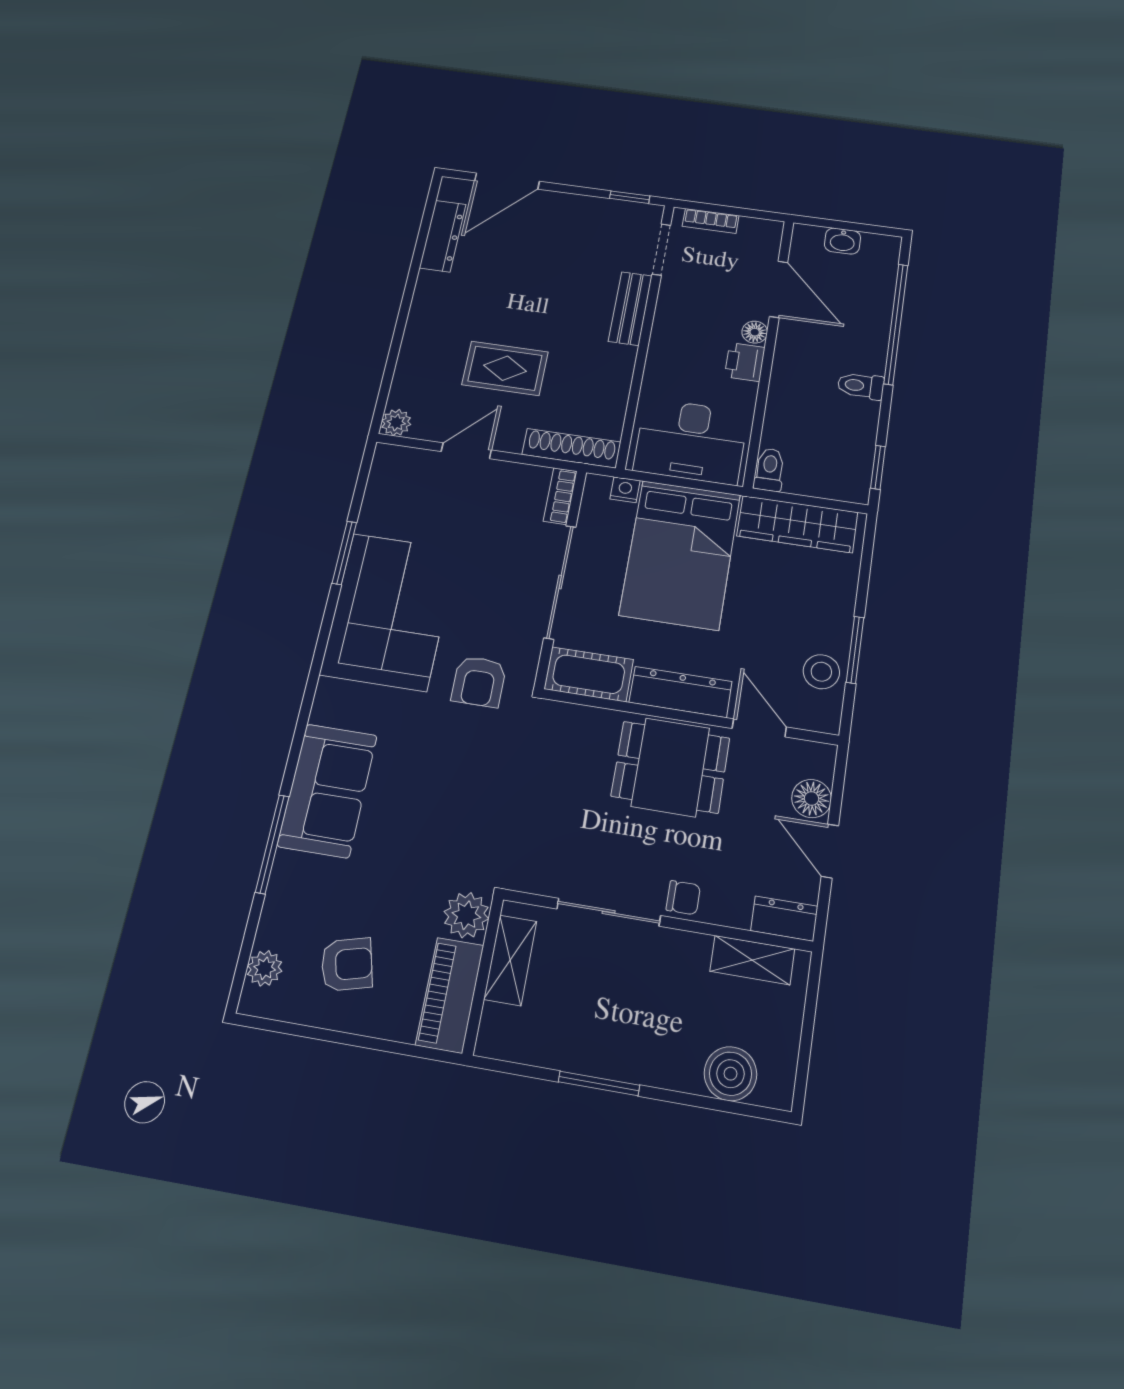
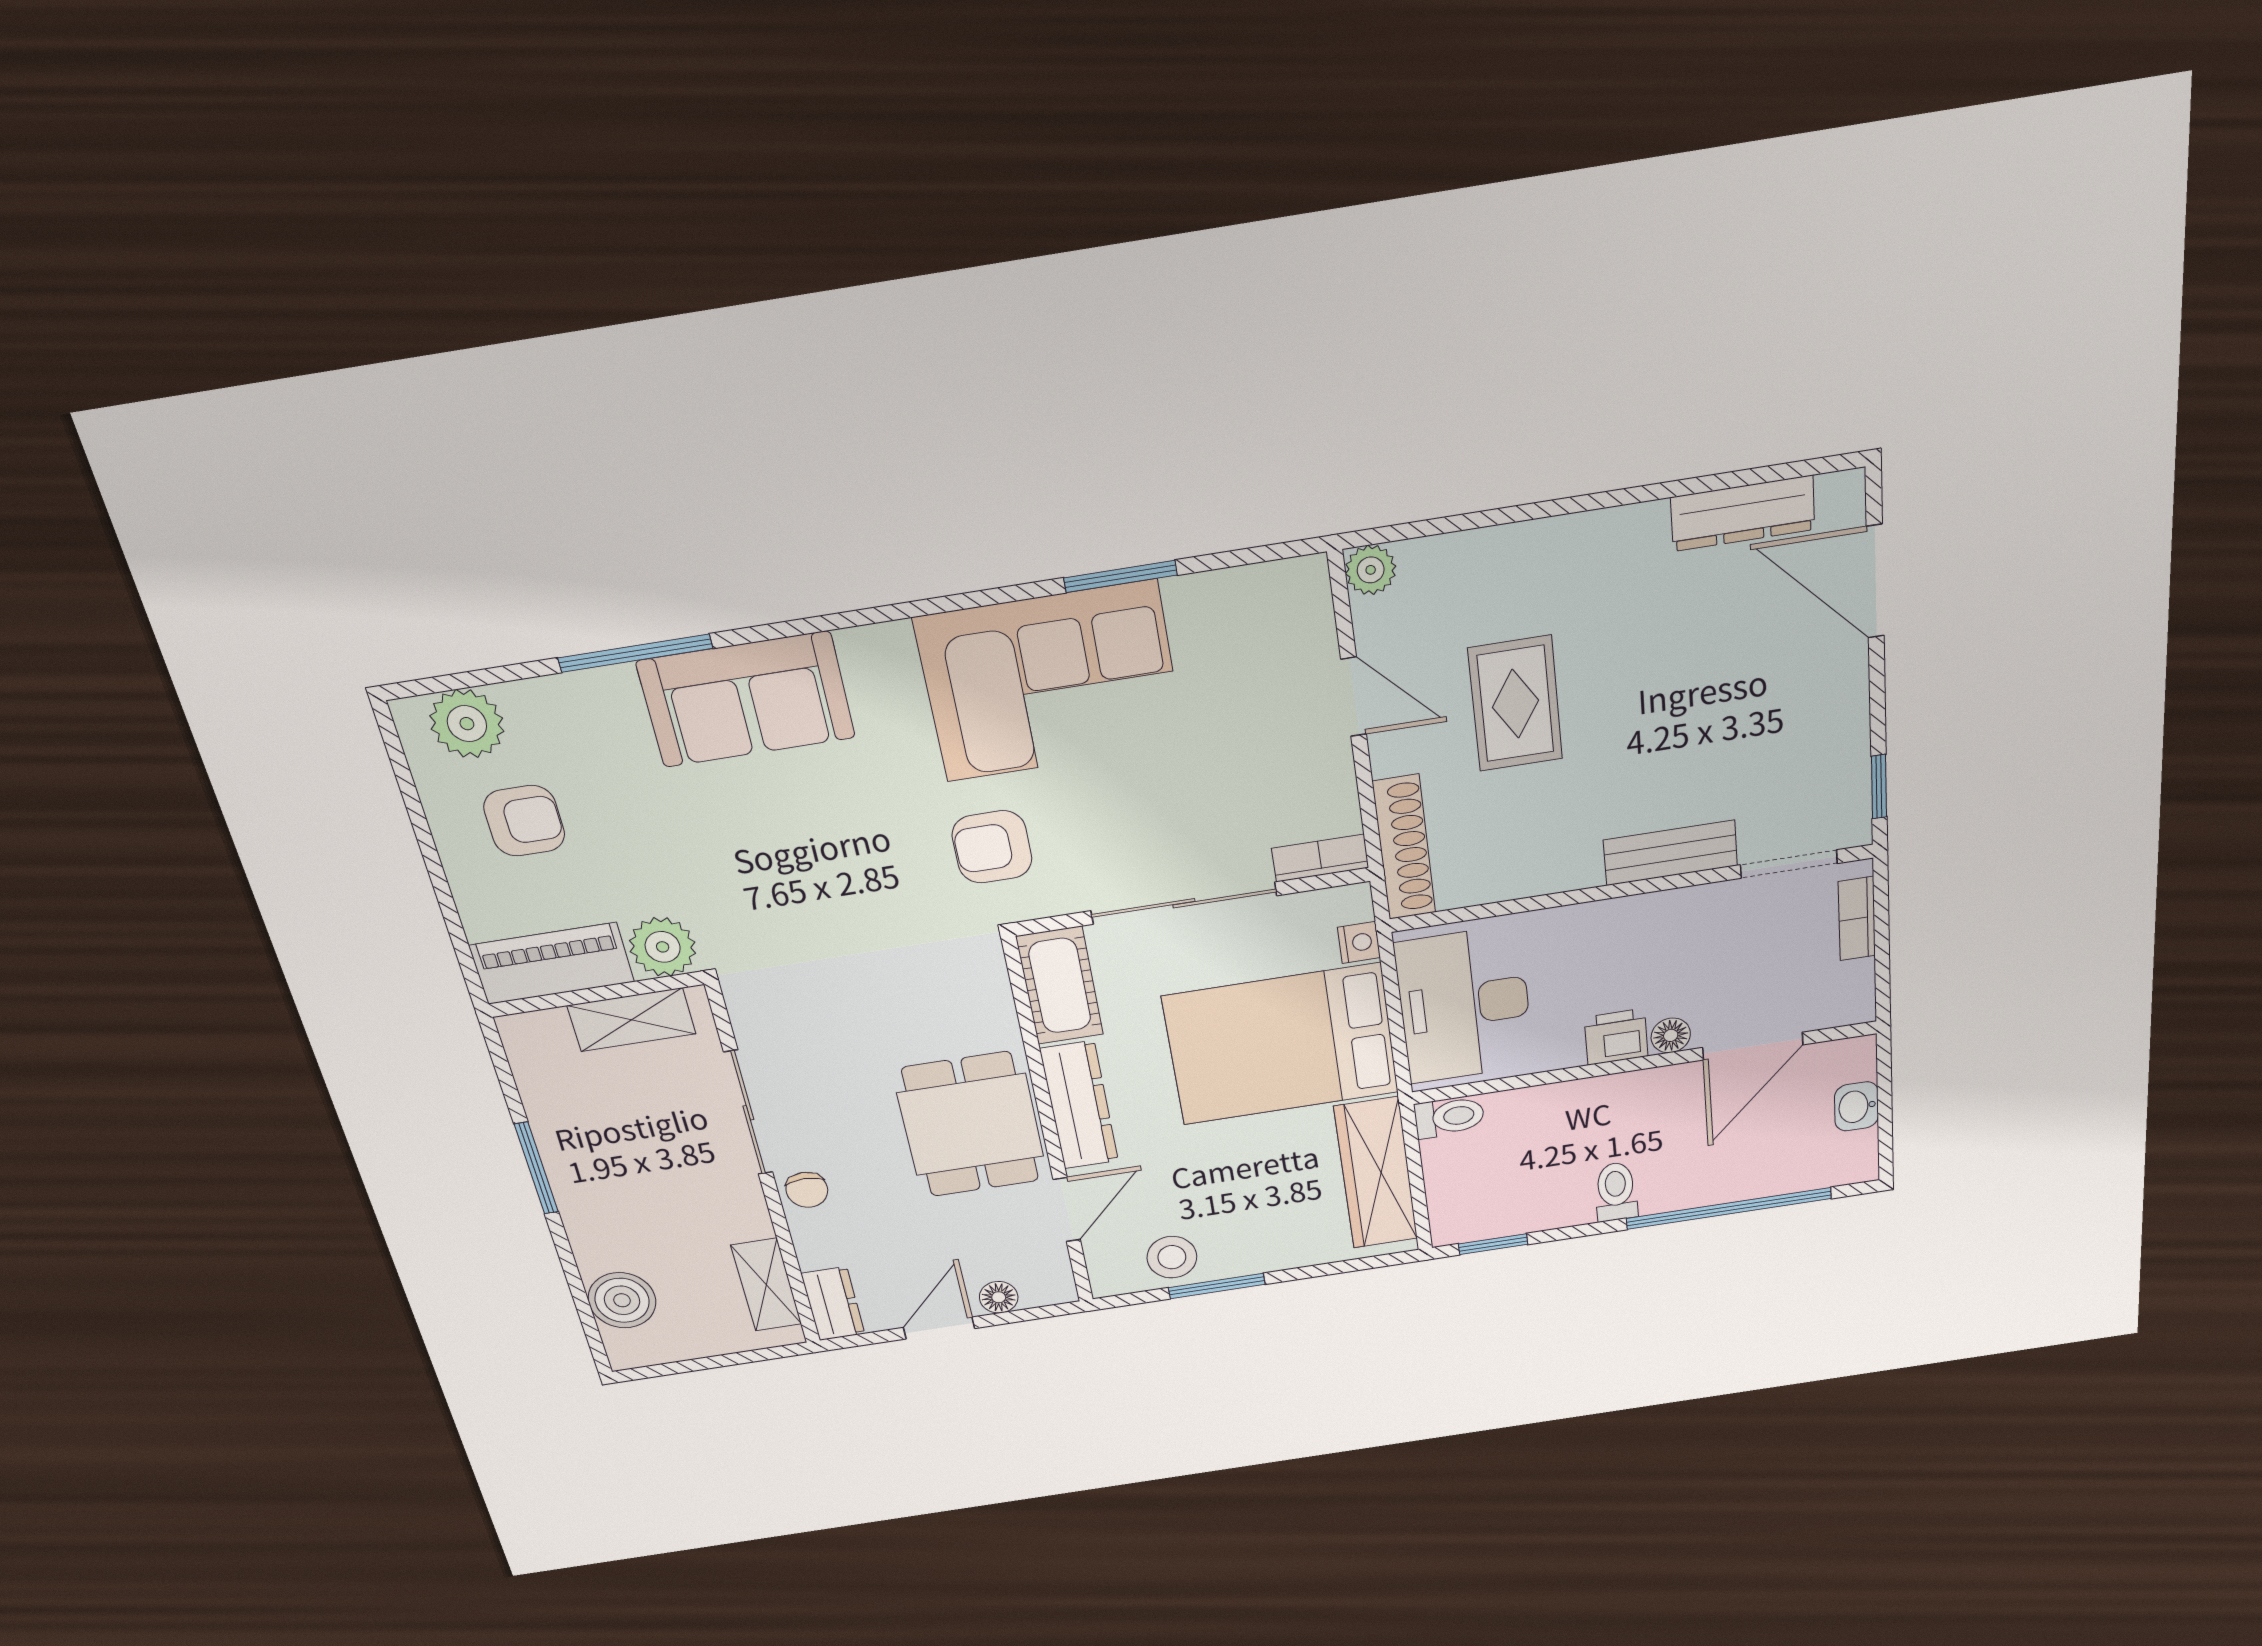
floor lamp: (812, 799) -> (999, 1297), width x0.73, depth x0.73
armchair: (347, 964) -> (524, 821), turned -75
plant: (265, 968) -> (467, 724), width x1.38, depth x1.38

